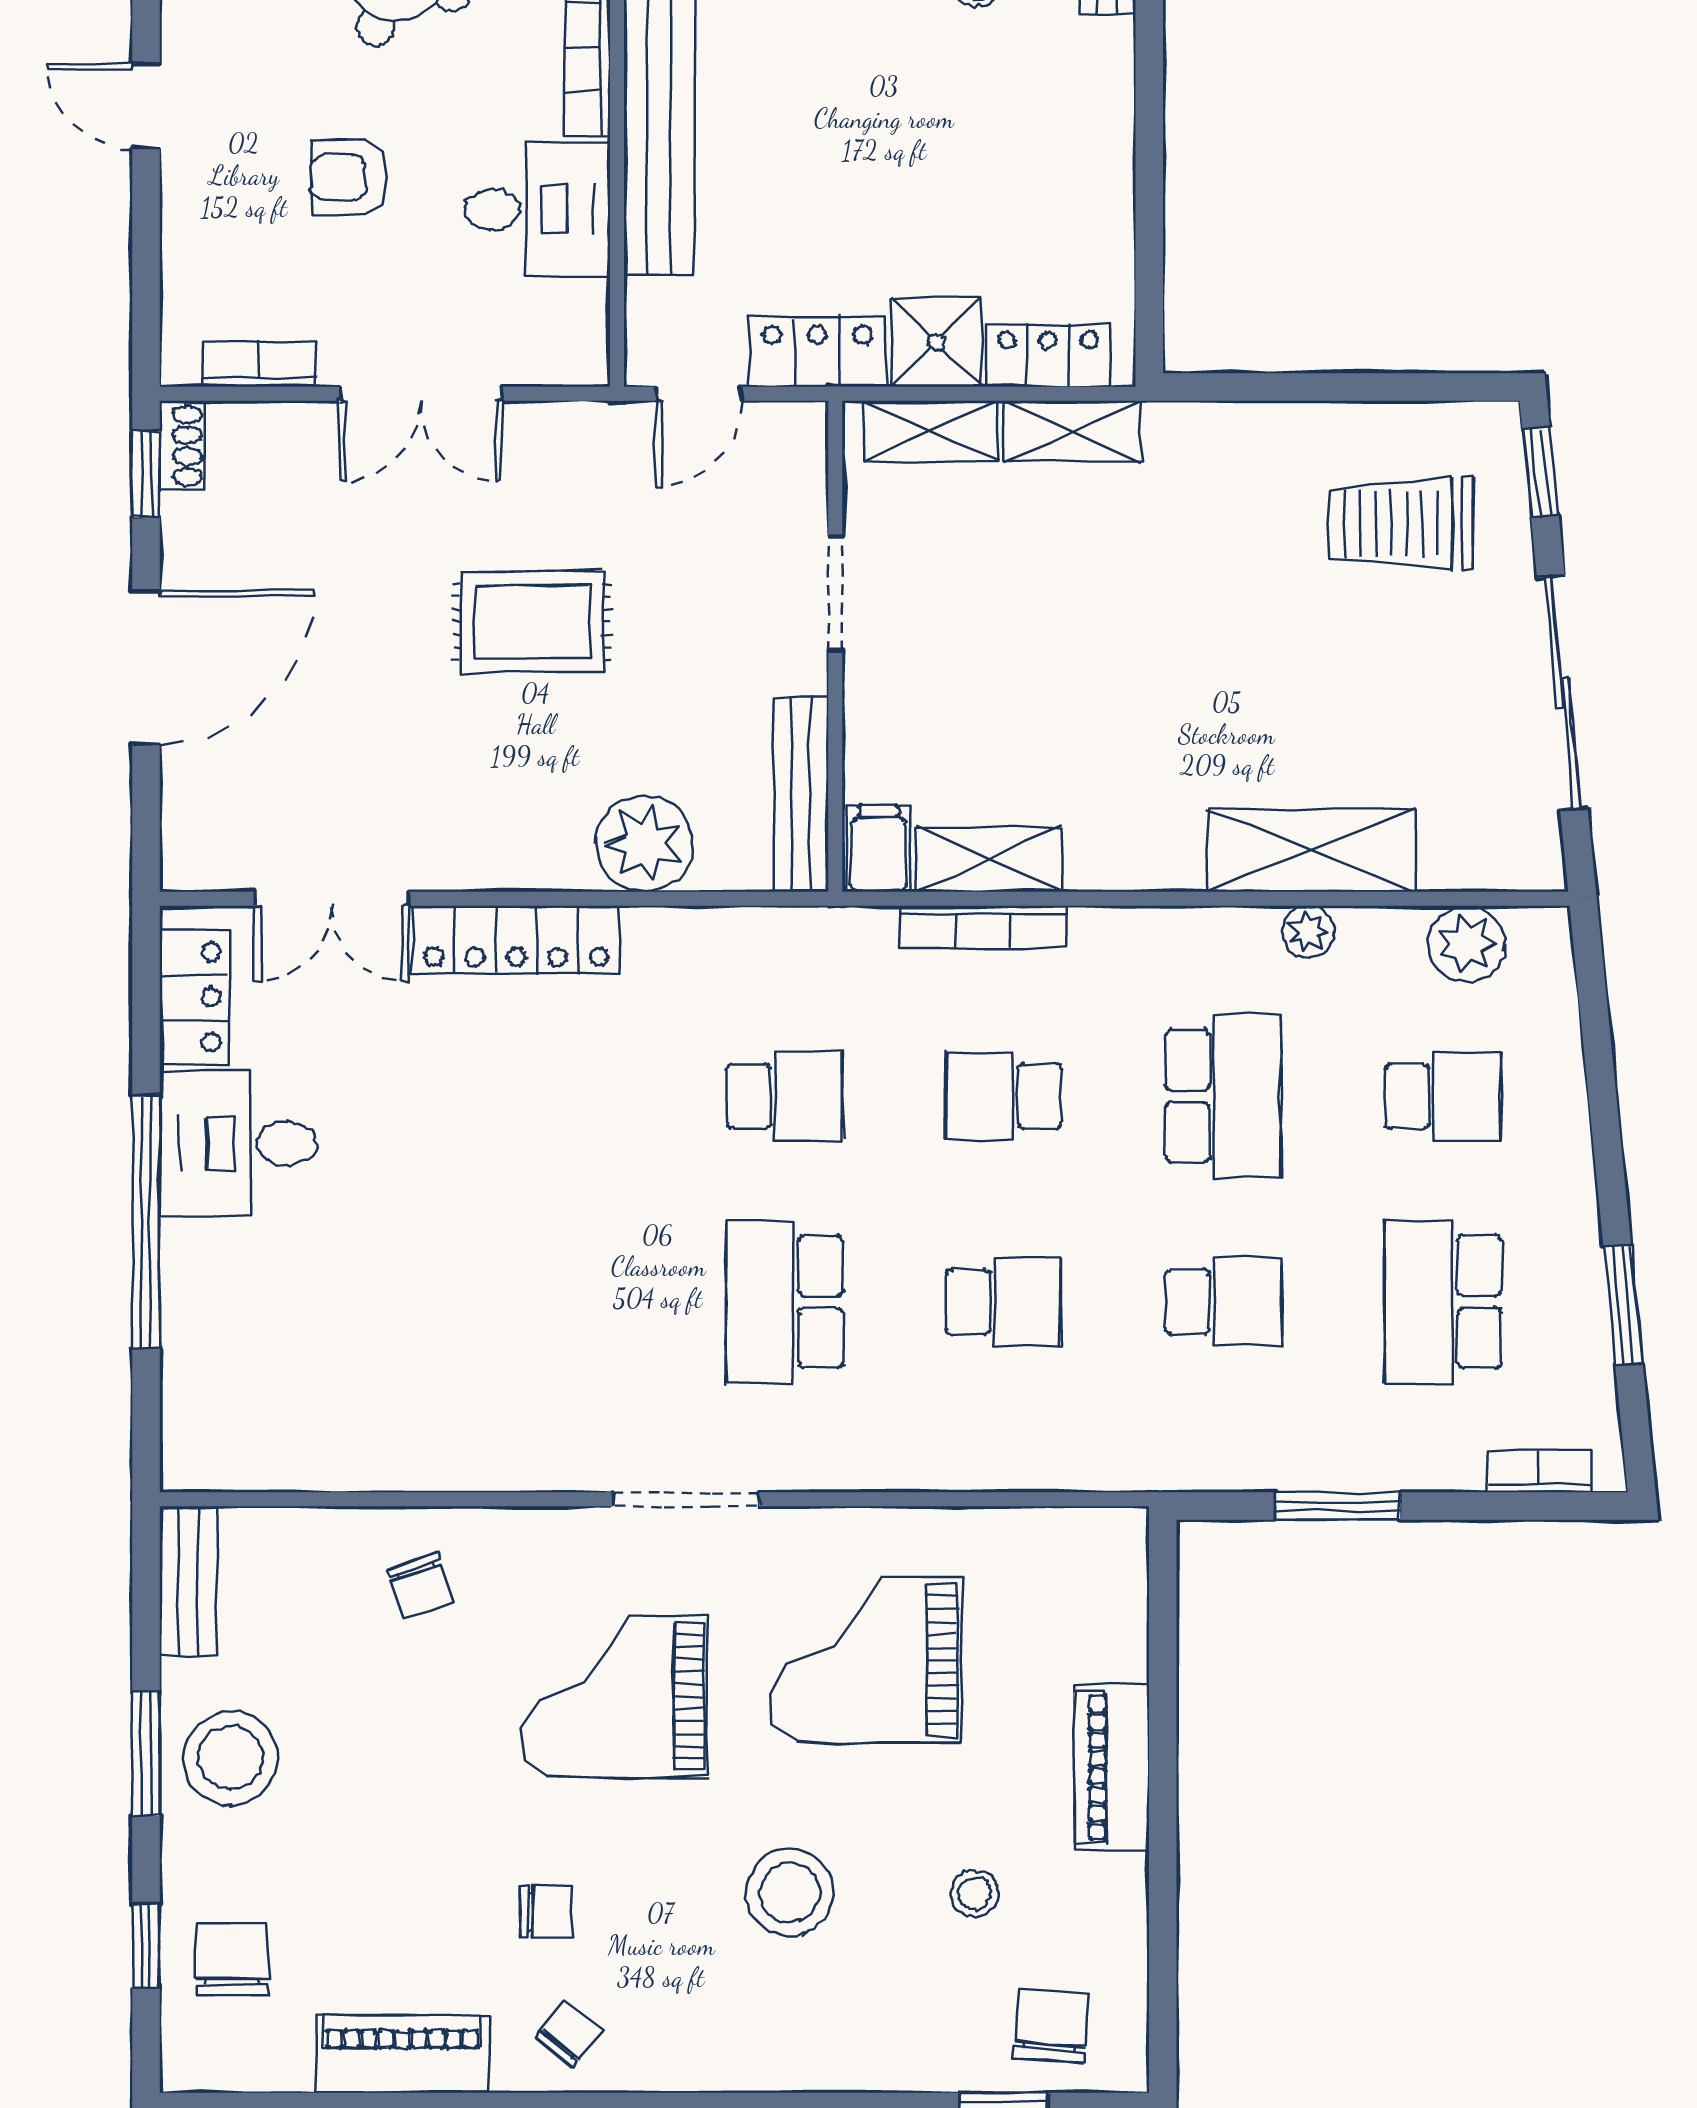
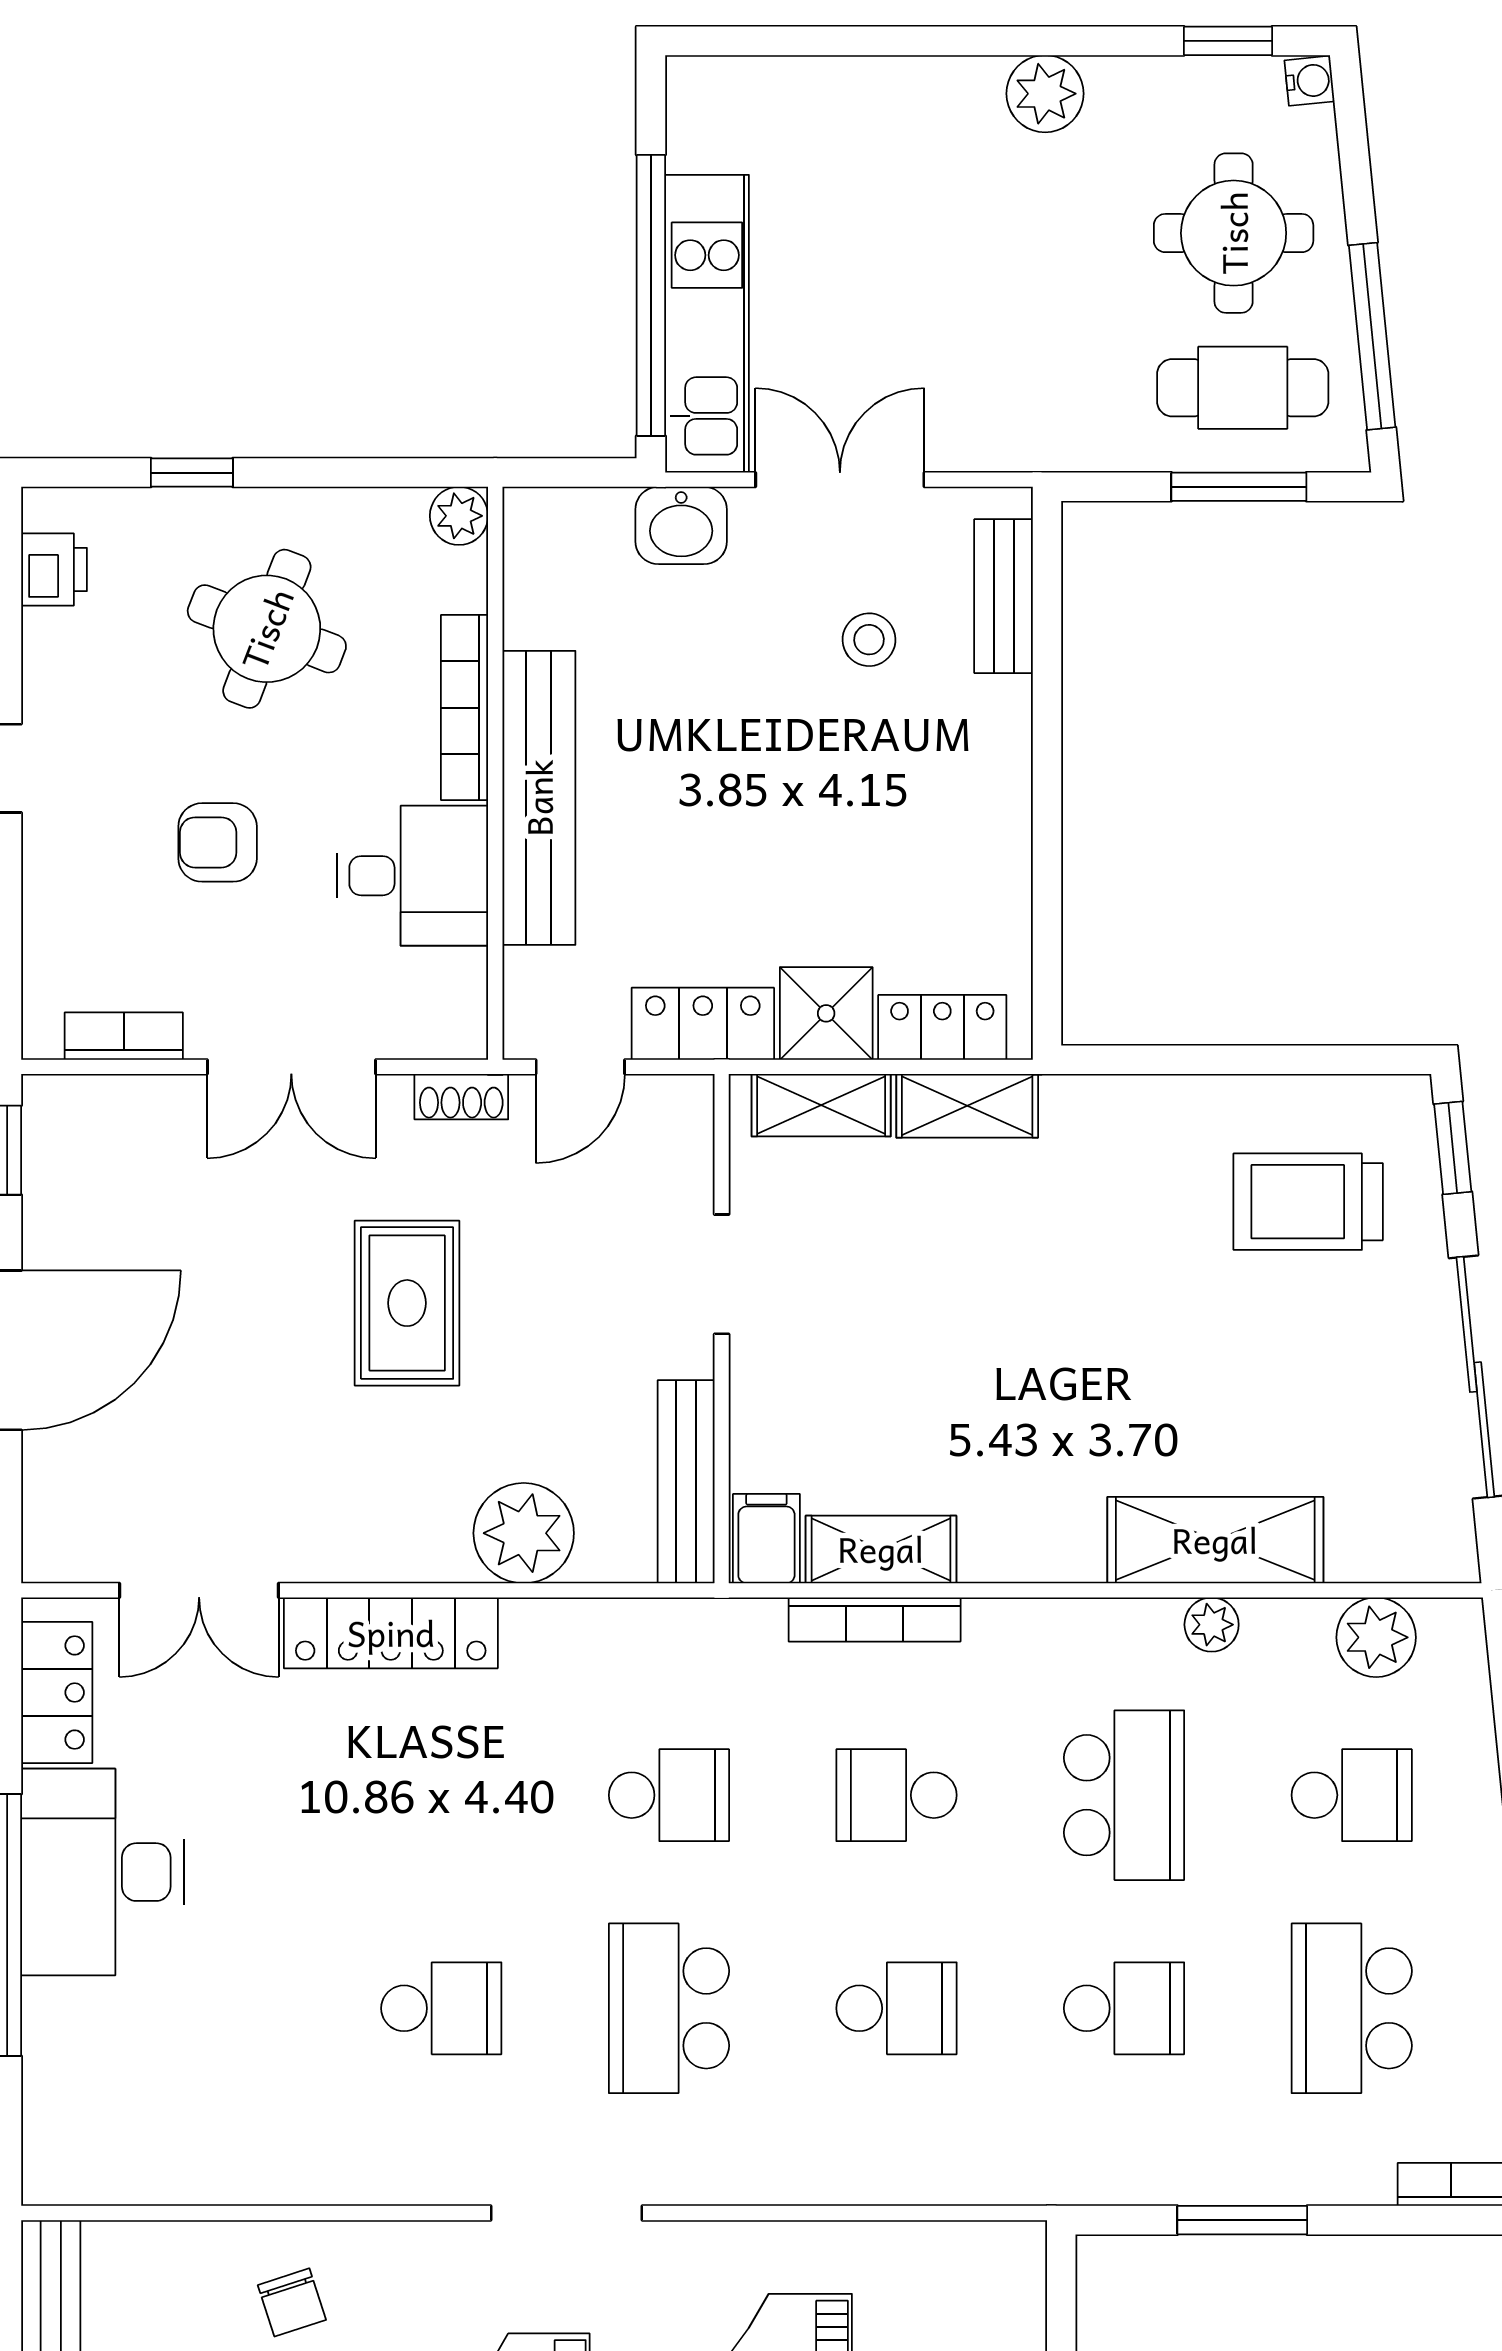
shoe rack: (182, 446) -> (461, 1097), moved, turned 90
rug: (532, 622) -> (407, 1303), turned 90
desk: (238, 1143) -> (102, 1872), width x1.37
school desk: (565, 1302) -> (441, 2008), added

